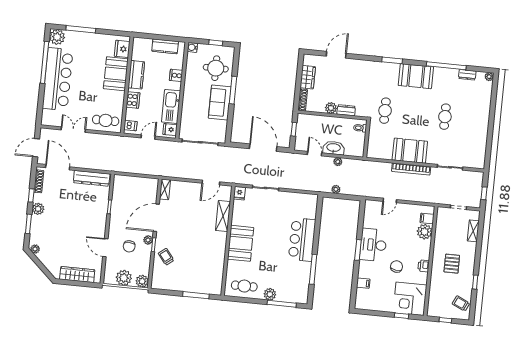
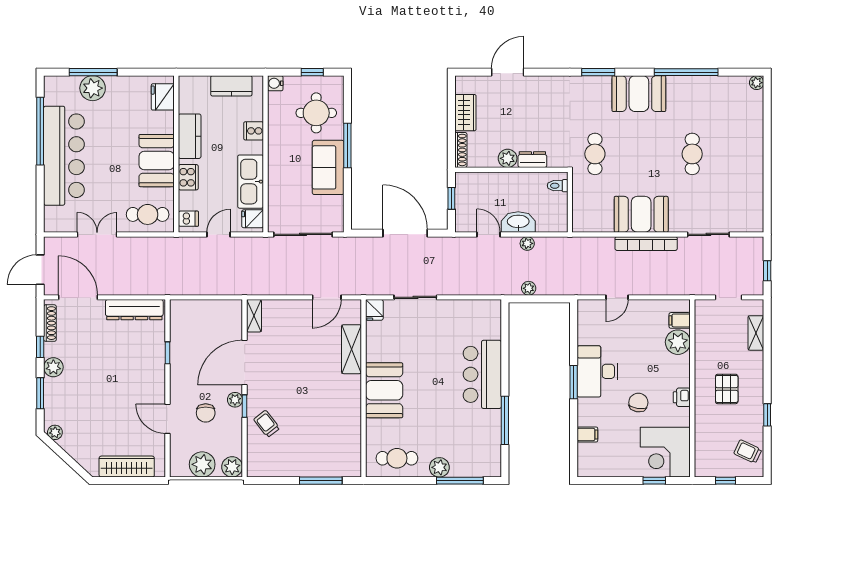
plant: (57, 37) -> (93, 88), moved
booth: (116, 74) -> (157, 161), moved
dresser: (467, 75) -> (721, 83), removed

